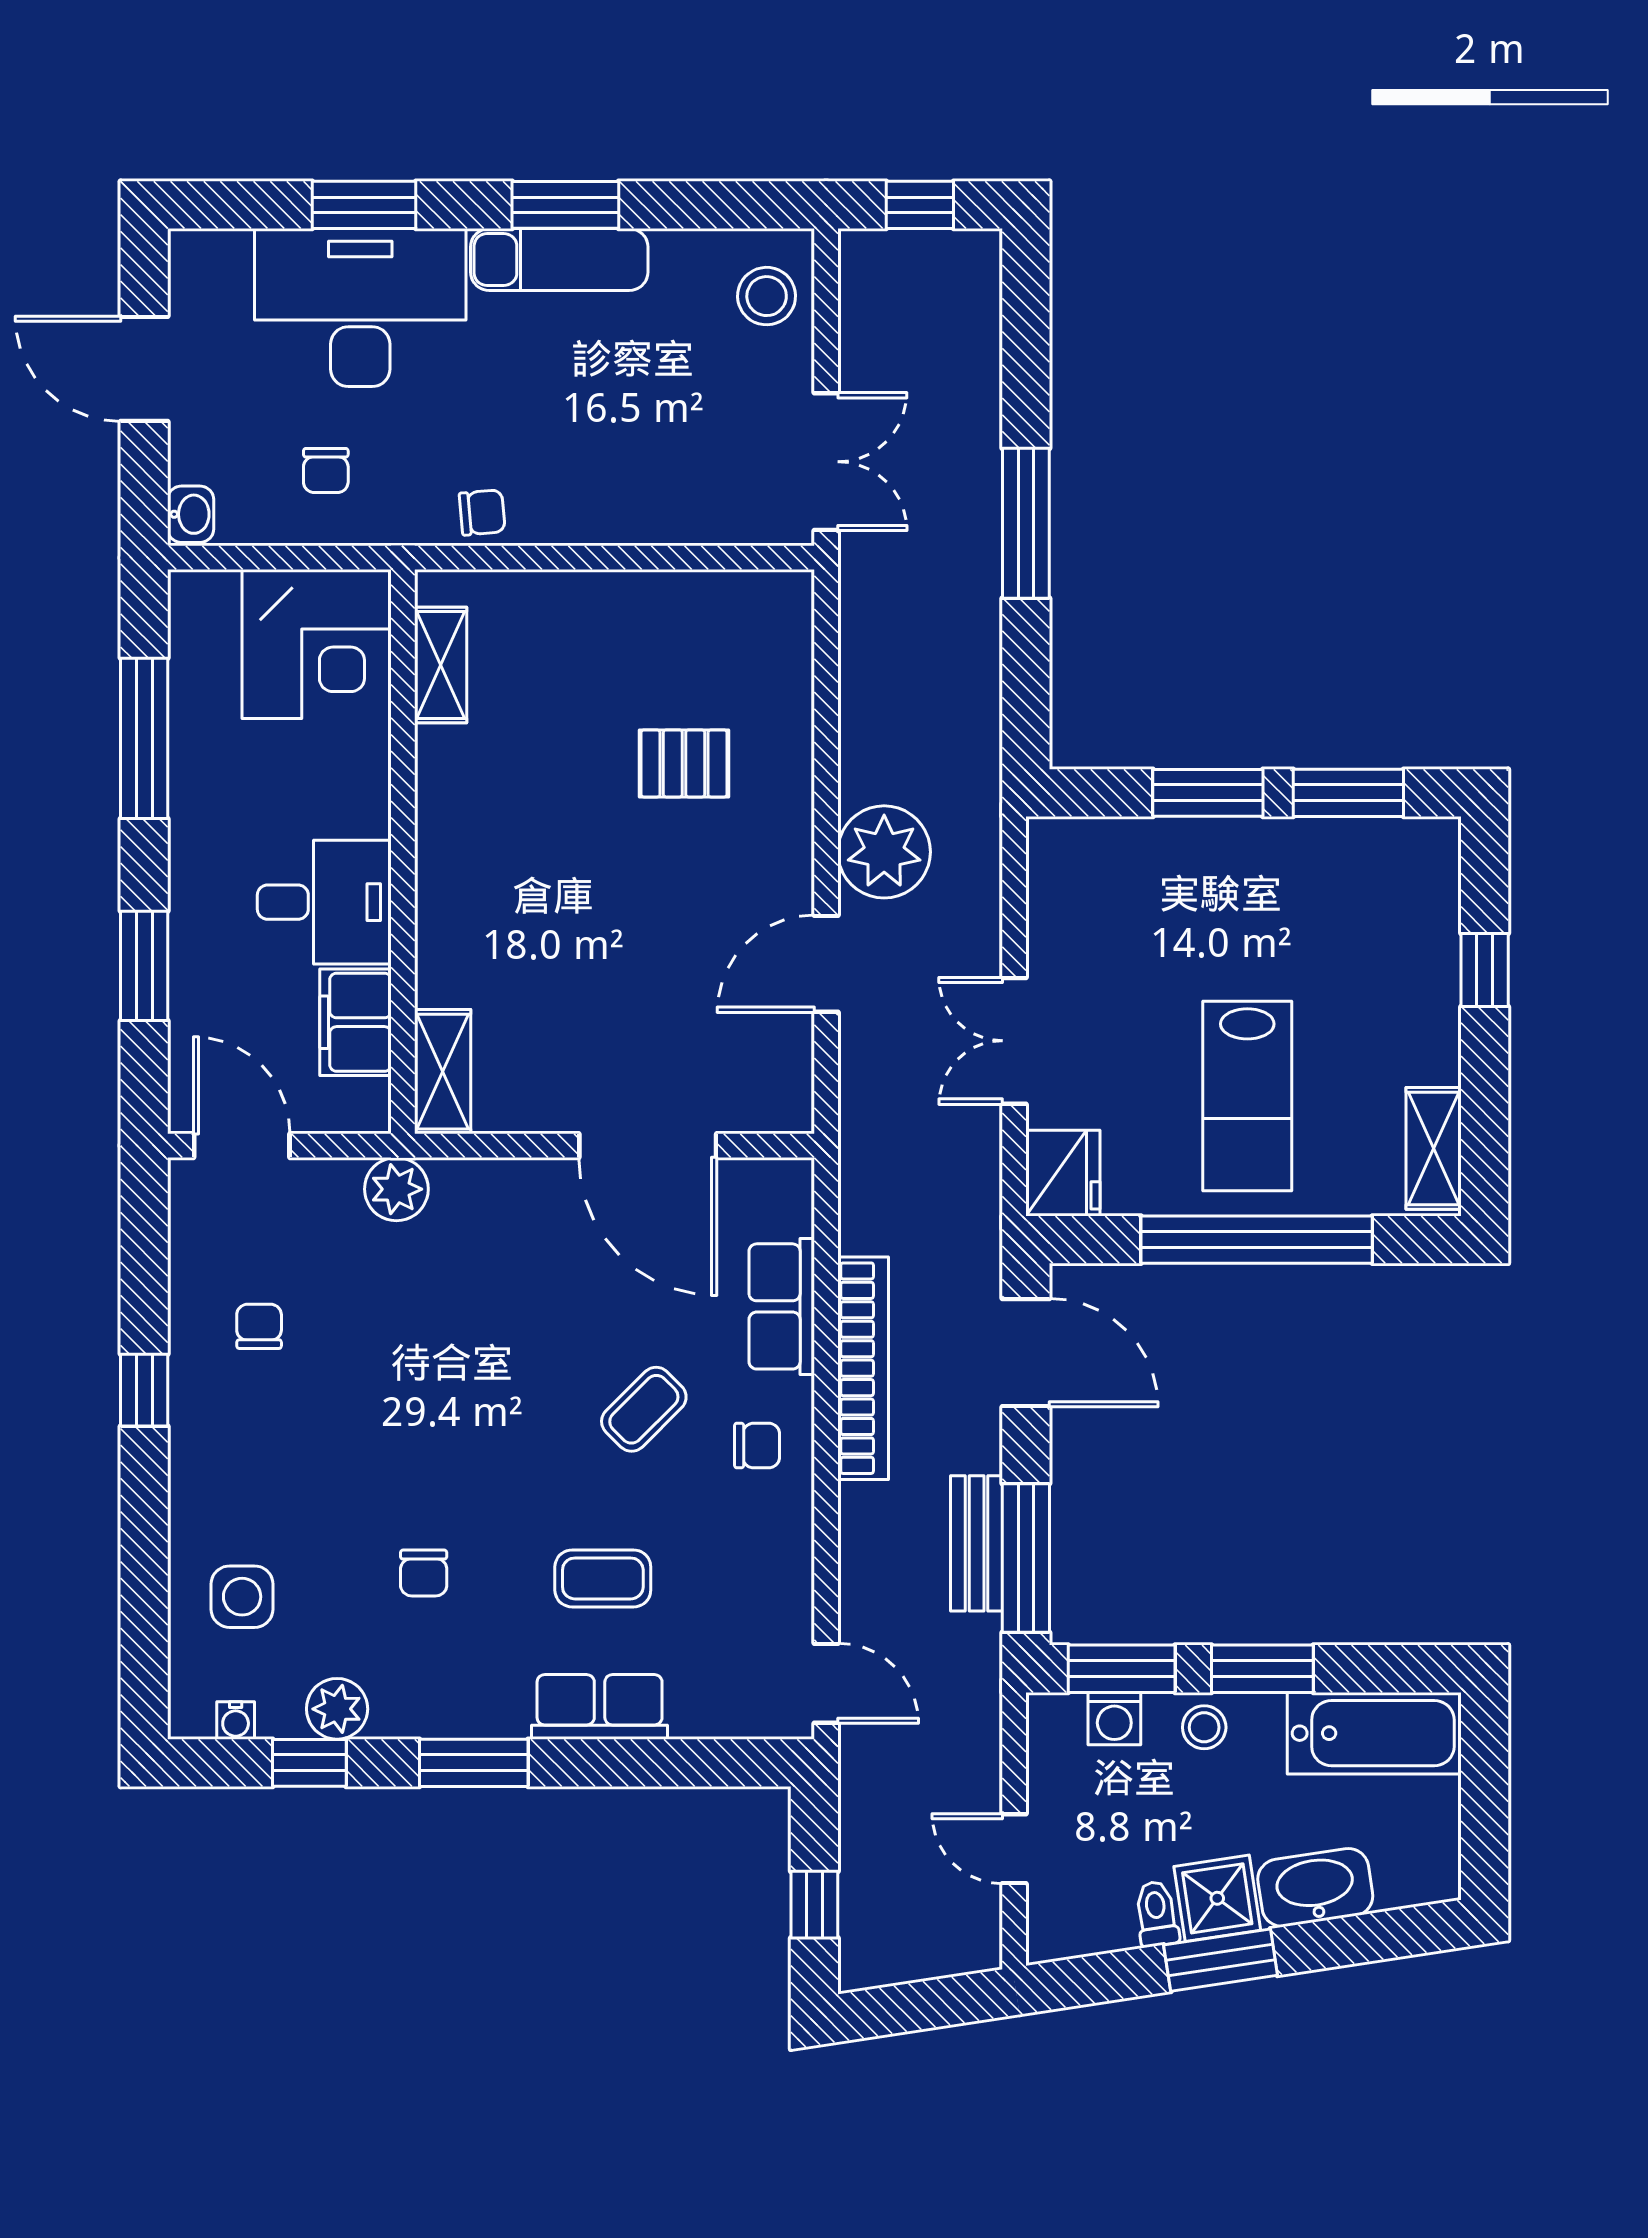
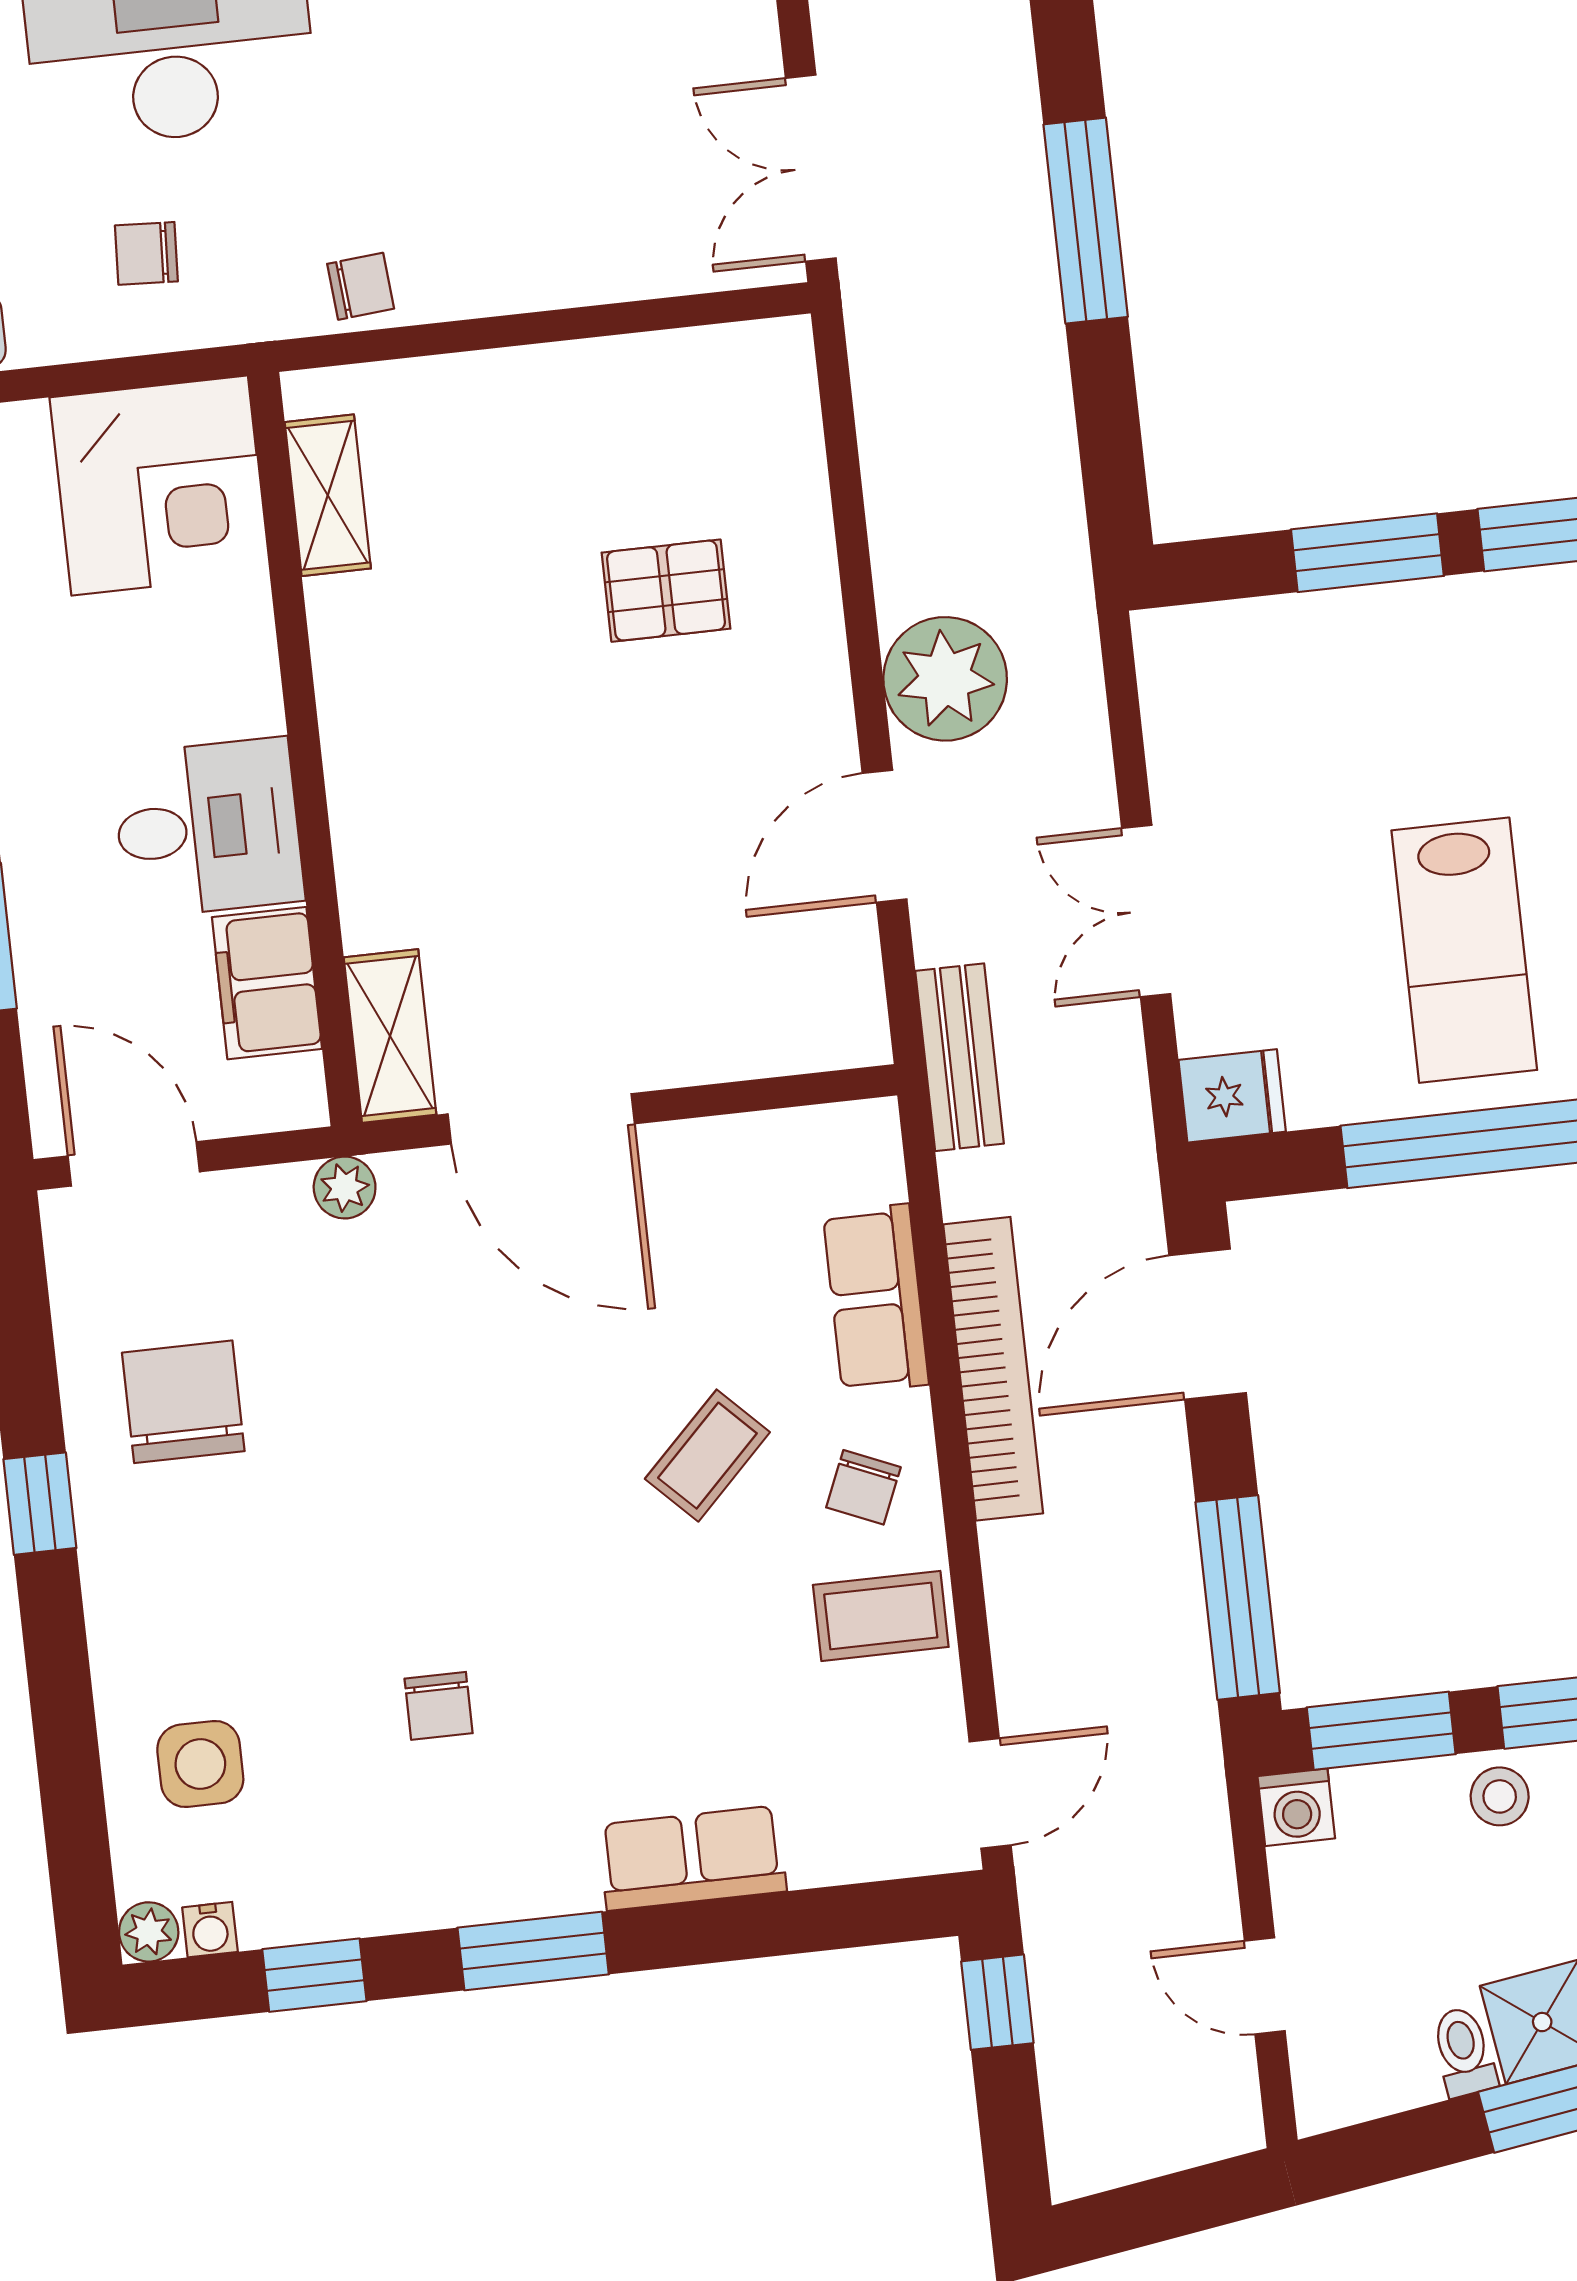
double door: (826, 462) -> (811, 168), swing flipped
chair: (326, 470) -> (146, 253), turned 93
door: (648, 1146) -> (541, 1119), moved
fridge: (1063, 1173) -> (1232, 1096), width x0.72
plant: (396, 1189) -> (345, 1188), width x0.73, depth x0.73
chair: (259, 1326) -> (183, 1402), width x1.87, depth x1.87
door: (1026, 1353) -> (1208, 1324), swing flipped
chair: (757, 1446) -> (863, 1487), turned 113
bench: (977, 1543) -> (960, 1057), moved
coffee table: (603, 1578) -> (881, 1616), moved
door: (826, 1683) -> (990, 1793), hinge flipped
plant: (337, 1709) -> (149, 1932), moved, width x0.73, depth x0.73
washing machine: (1114, 1719) -> (1296, 1807), moved
window: (814, 1905) -> (997, 2002), moved

